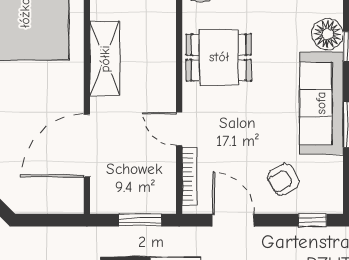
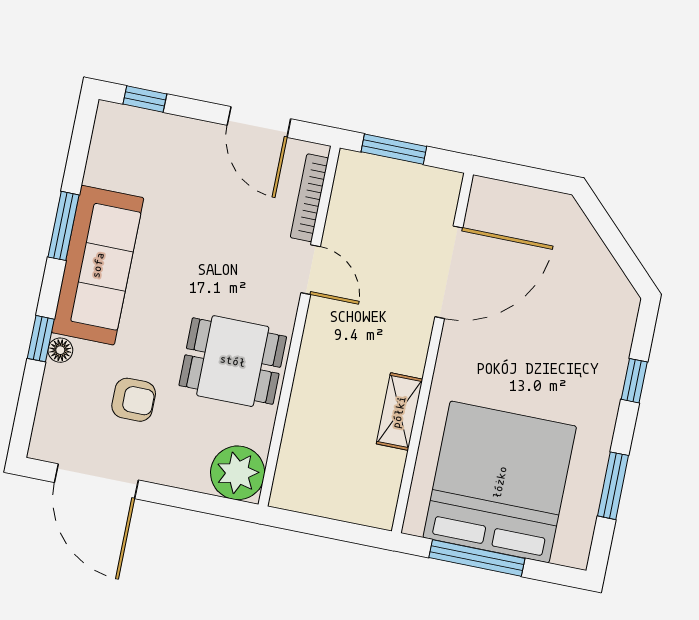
floor lamp: (327, 34) -> (60, 350), width x0.53, depth x0.53
shelving: (105, 59) -> (399, 412), width x0.67, depth x0.75
armchair: (283, 179) -> (134, 400), moved, turned 30

